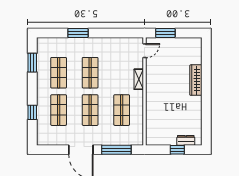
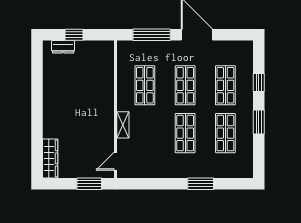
window: (32, 63) -> (259, 122), moved
wardrobe: (196, 80) -> (50, 158), moved

